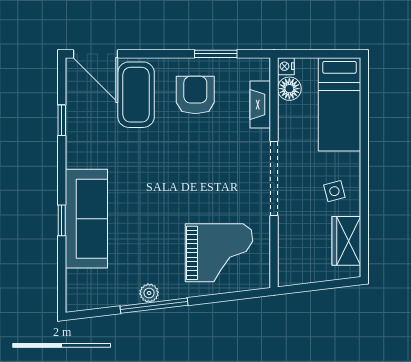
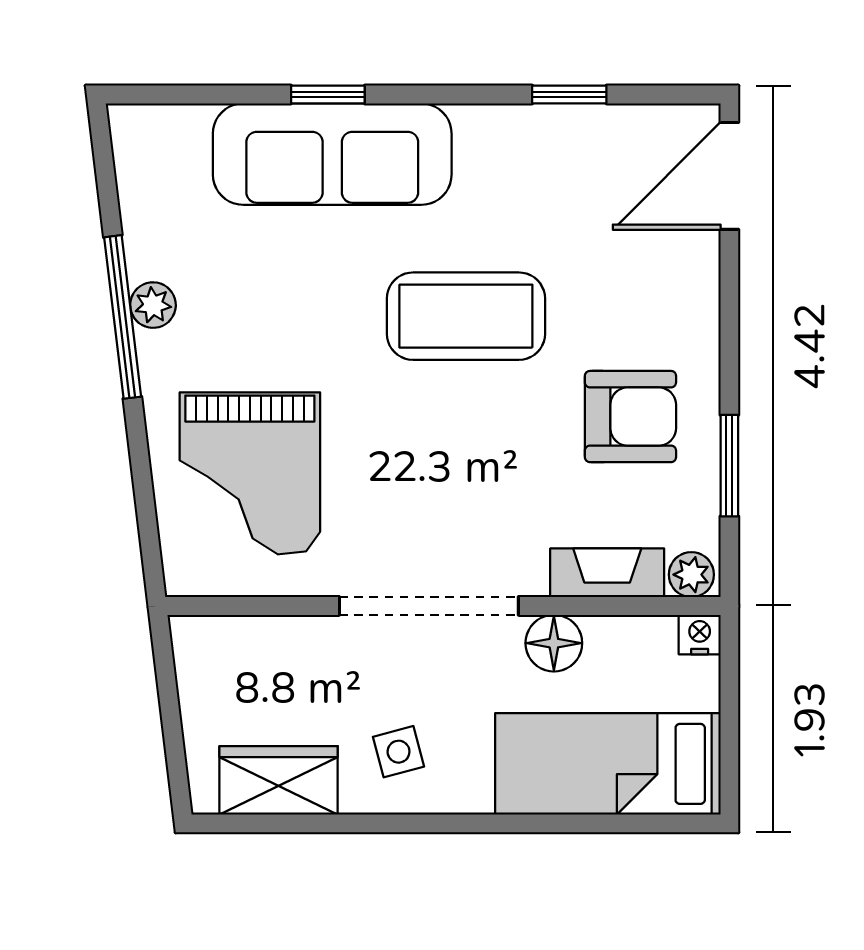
plant: (261, 70) -> (691, 575), added
floor lamp: (289, 89) -> (554, 643), moved
coffee table: (136, 95) -> (466, 316), moved

